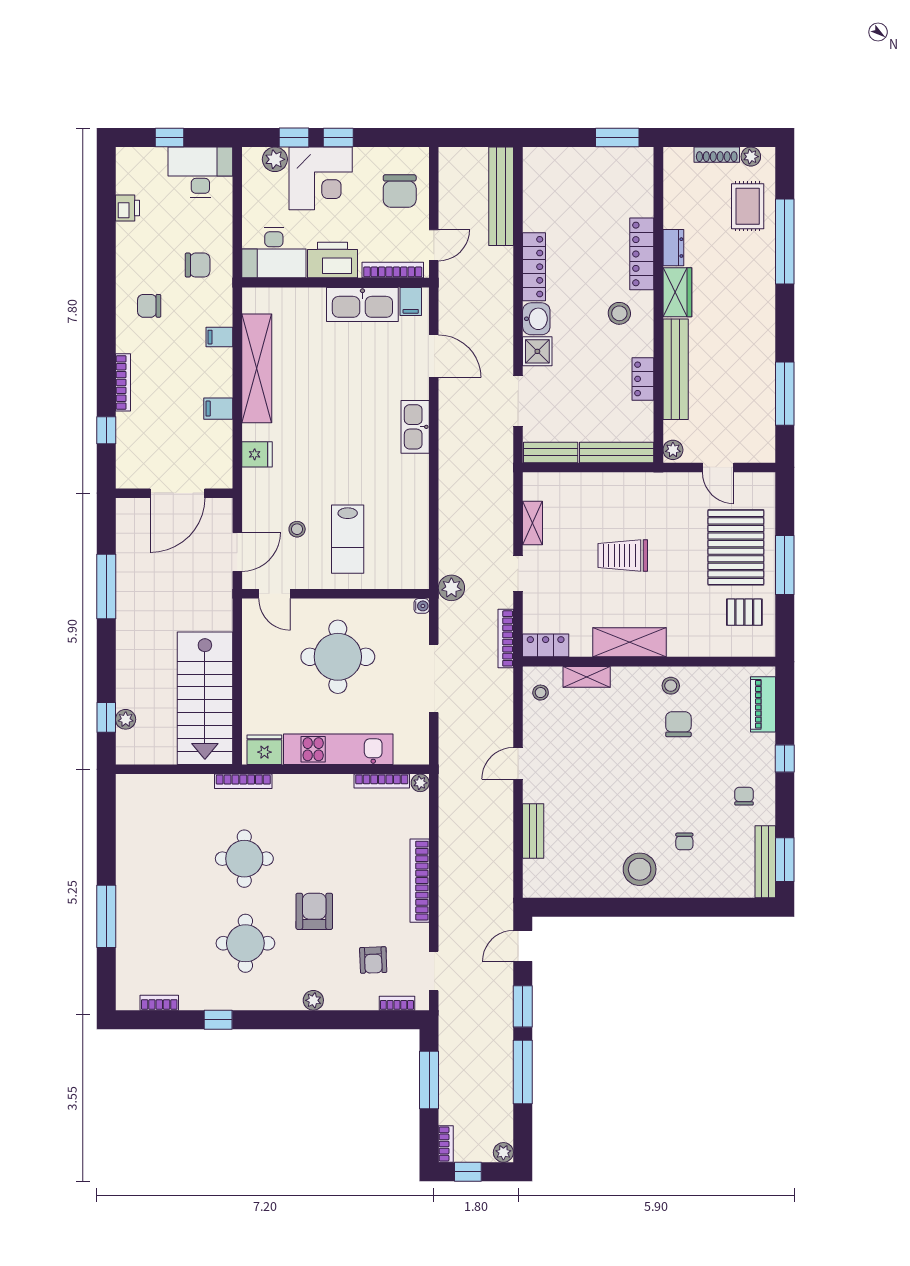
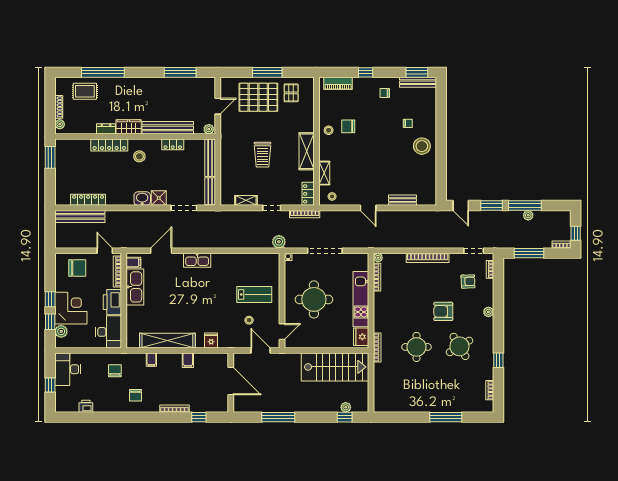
plant: (751, 157) -> (60, 124), moved
locker: (534, 267) -> (88, 200), moved
round table: (245, 943) -> (459, 346), turned -31
plant: (503, 1152) -> (528, 215), moved

